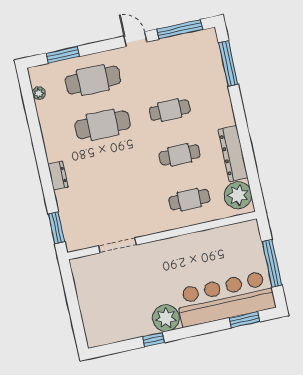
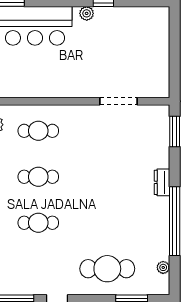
cafe table: (103, 125) -> (107, 223), removed
window: (37, 141) -> (175, 221), added
plant: (166, 318) -> (87, 13), width x0.53, depth x0.53

